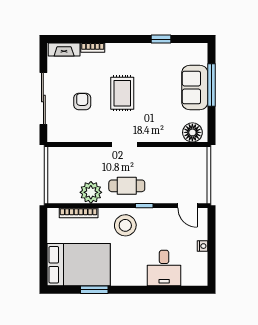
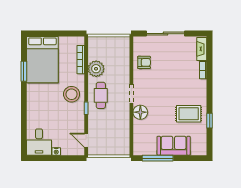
window: (212, 85) -> (158, 158), moved
rug: (122, 93) -> (189, 114), moved
armchair: (82, 101) -> (144, 62), moved
floor lamp: (192, 132) -> (140, 112), moved
door: (187, 206) -> (86, 140), hinge flipped
desk: (164, 268) -> (39, 142), moved, turned -90

